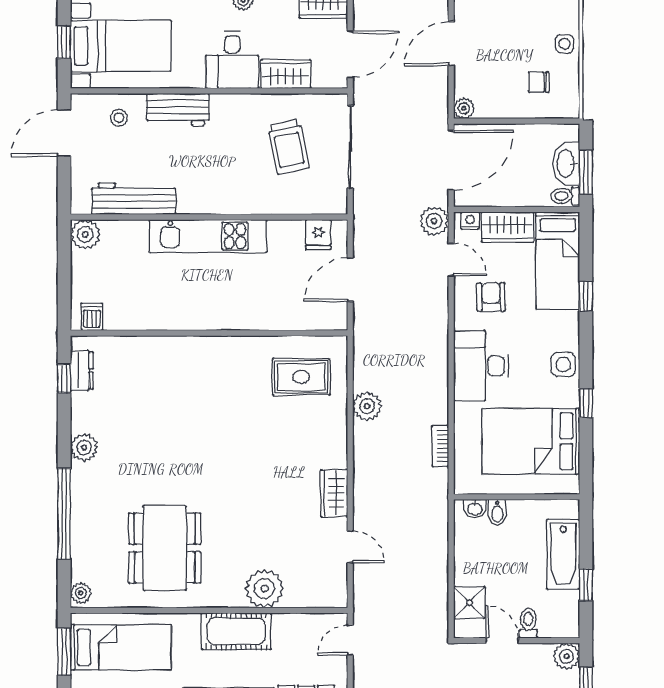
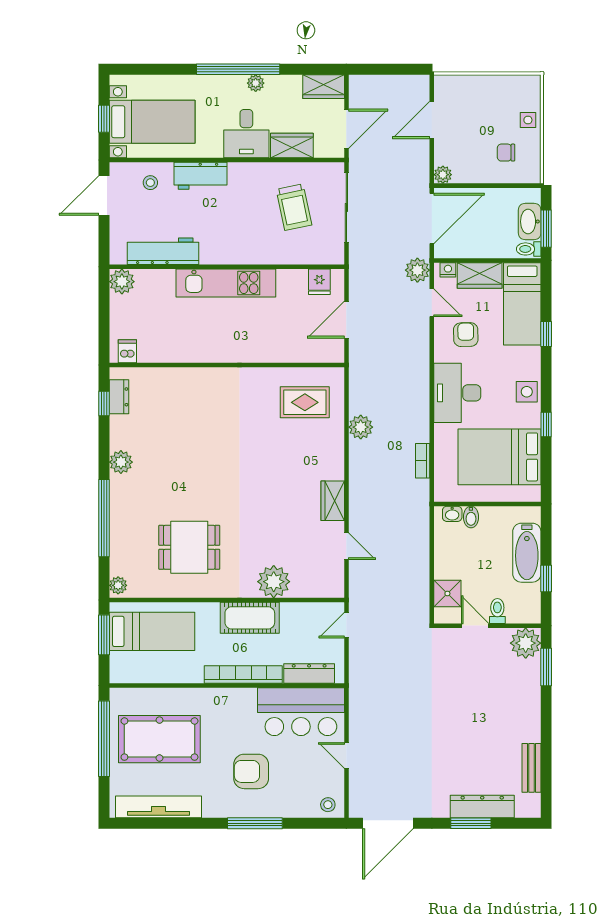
dining table: (165, 548) -> (189, 547), width x0.73
plant: (566, 656) -> (526, 643), width x1.36, depth x1.36

